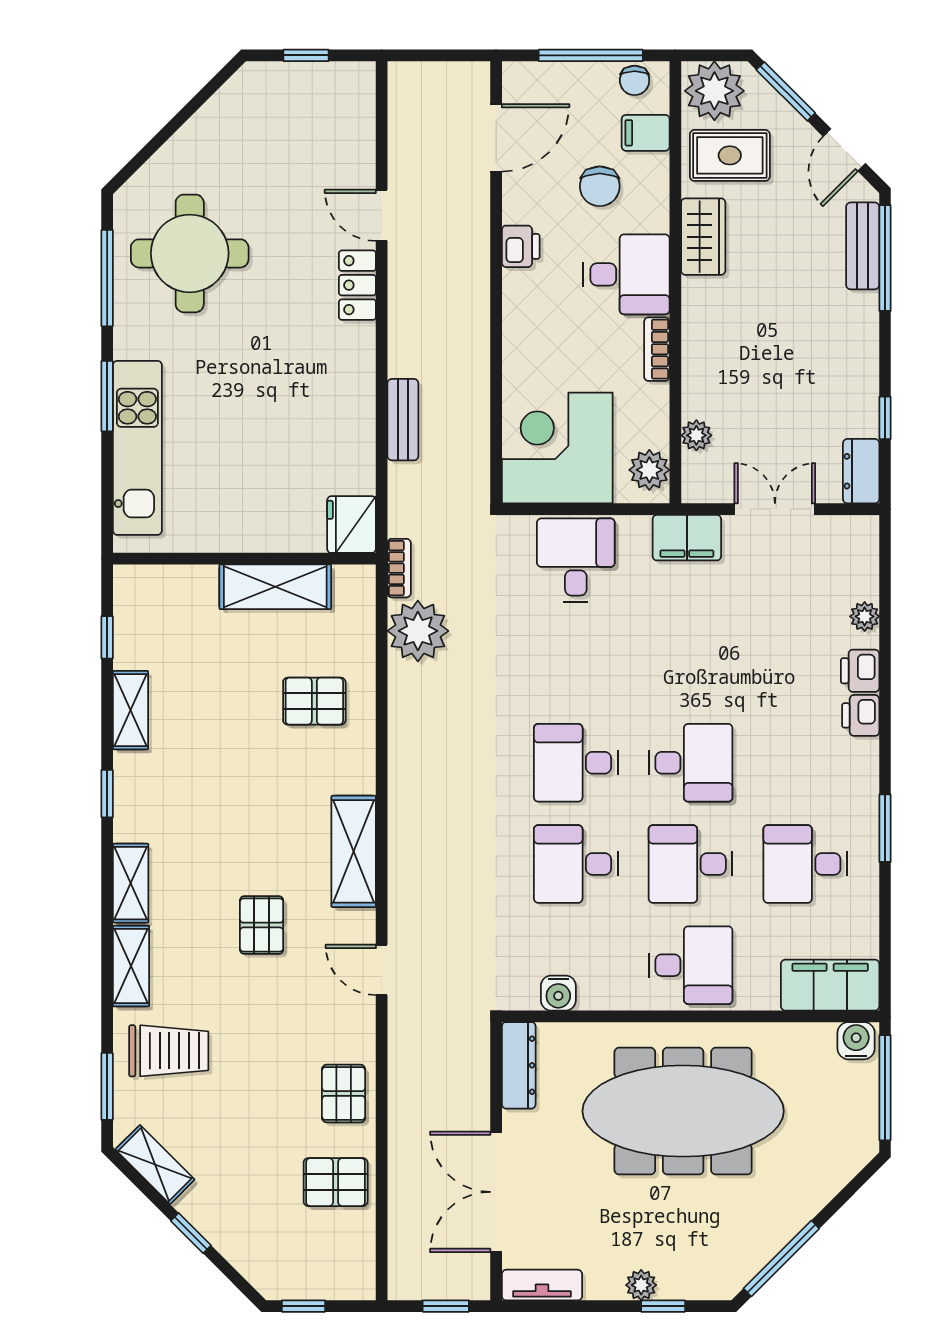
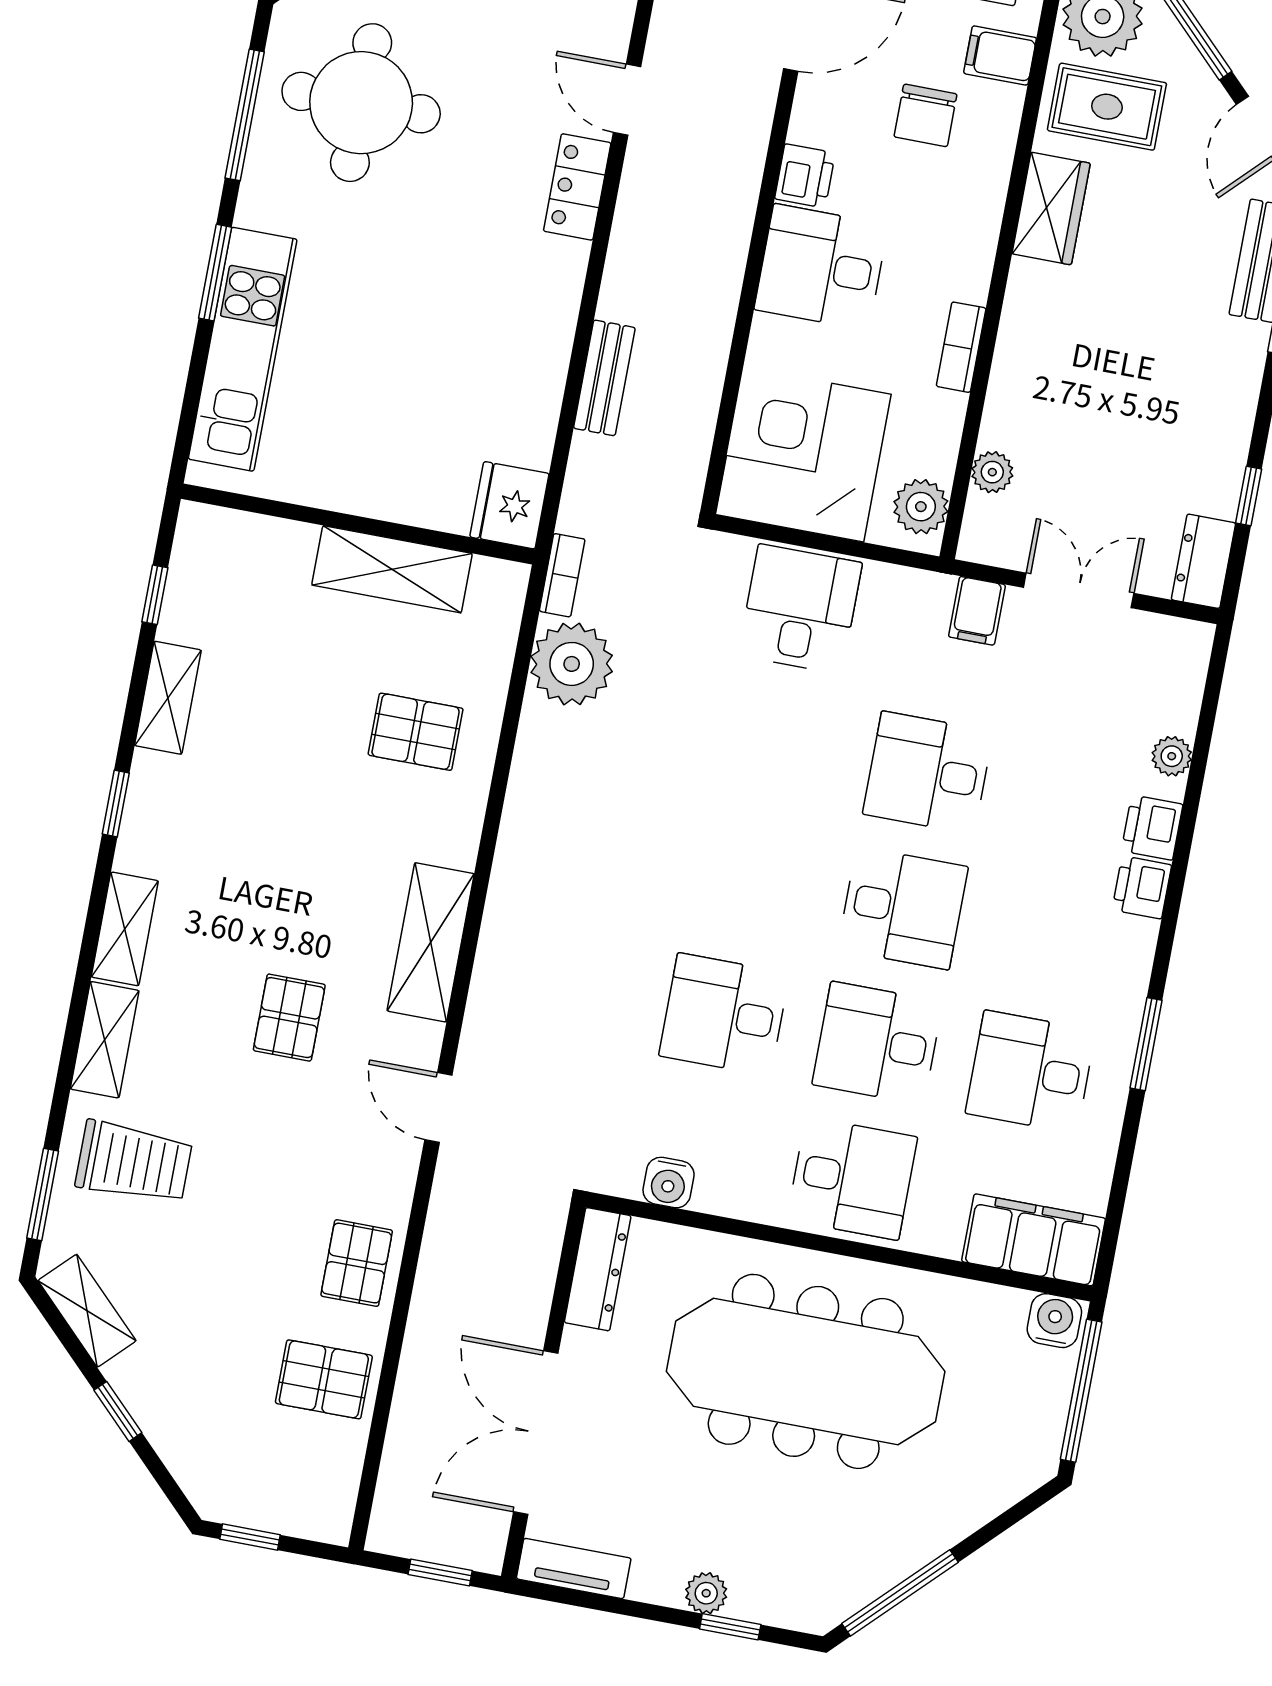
desk: (627, 274) -> (821, 267), moved, turned 180
filing cabinet: (687, 538) -> (977, 611), width x0.50
desk: (576, 763) -> (928, 773), moved

